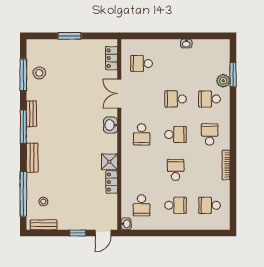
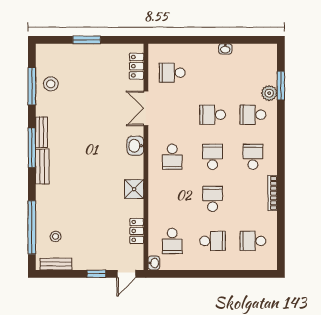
school desk: (176, 134) -> (213, 157), turned -90
bench: (32, 158) -> (42, 166), moved
locker: (112, 182) -> (137, 231), moved

